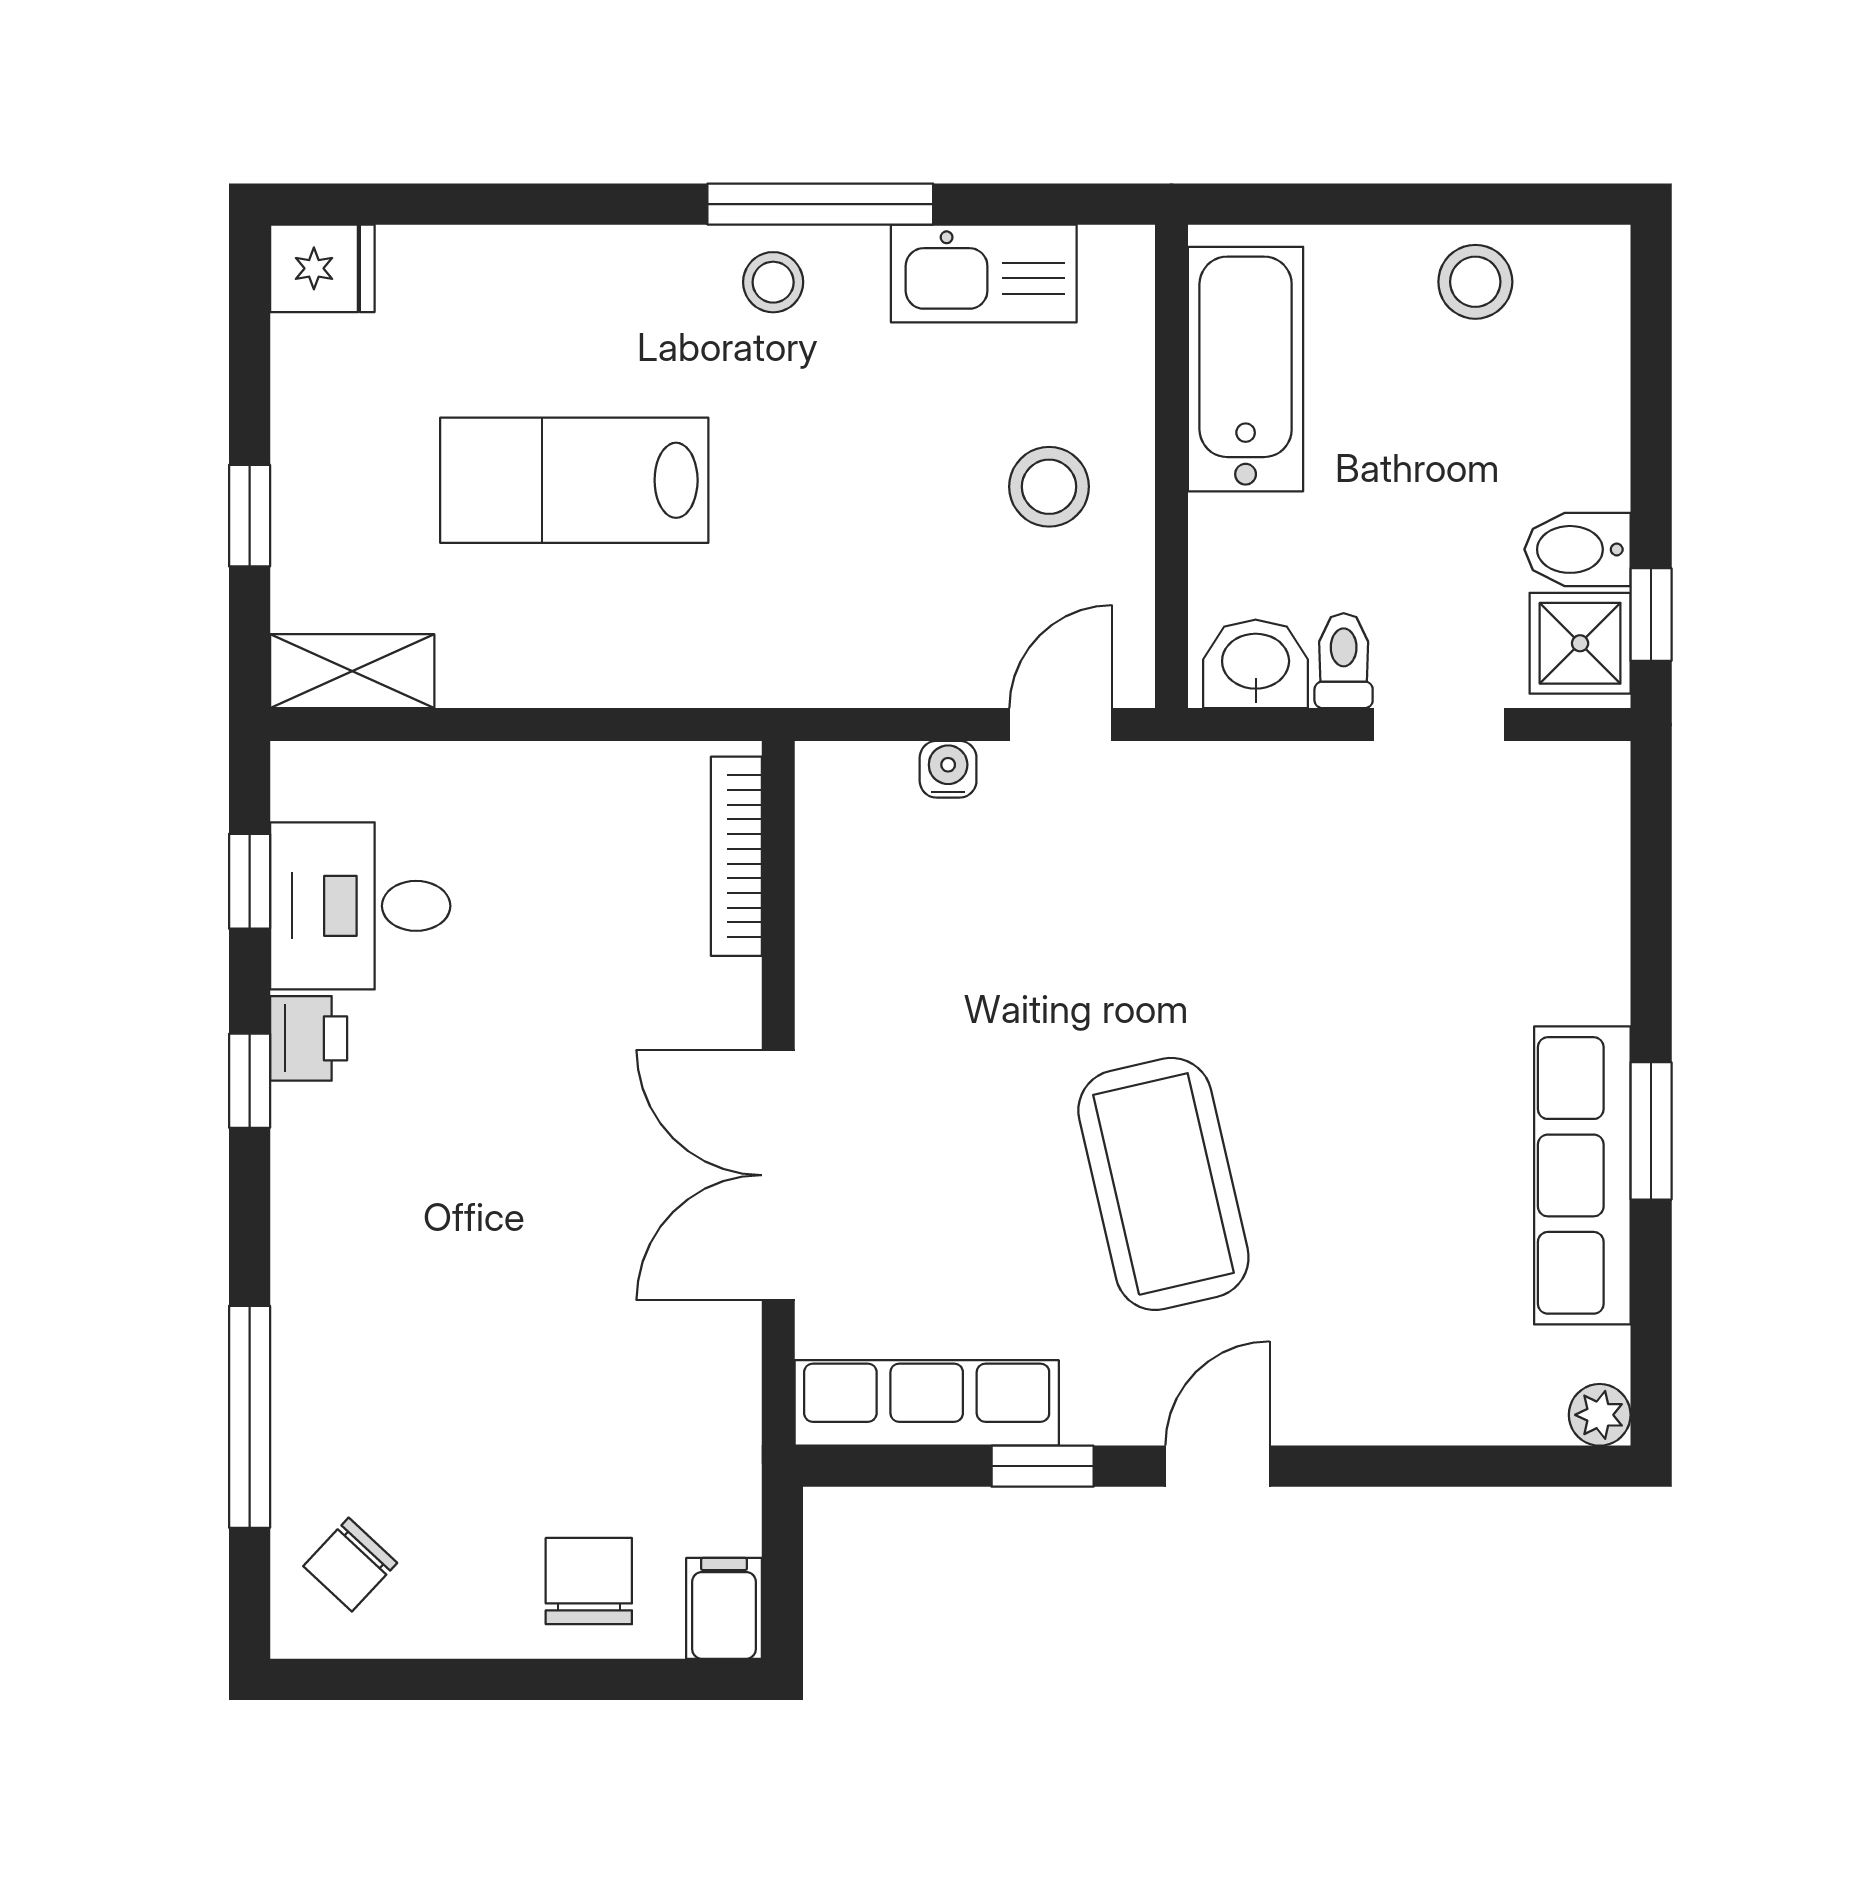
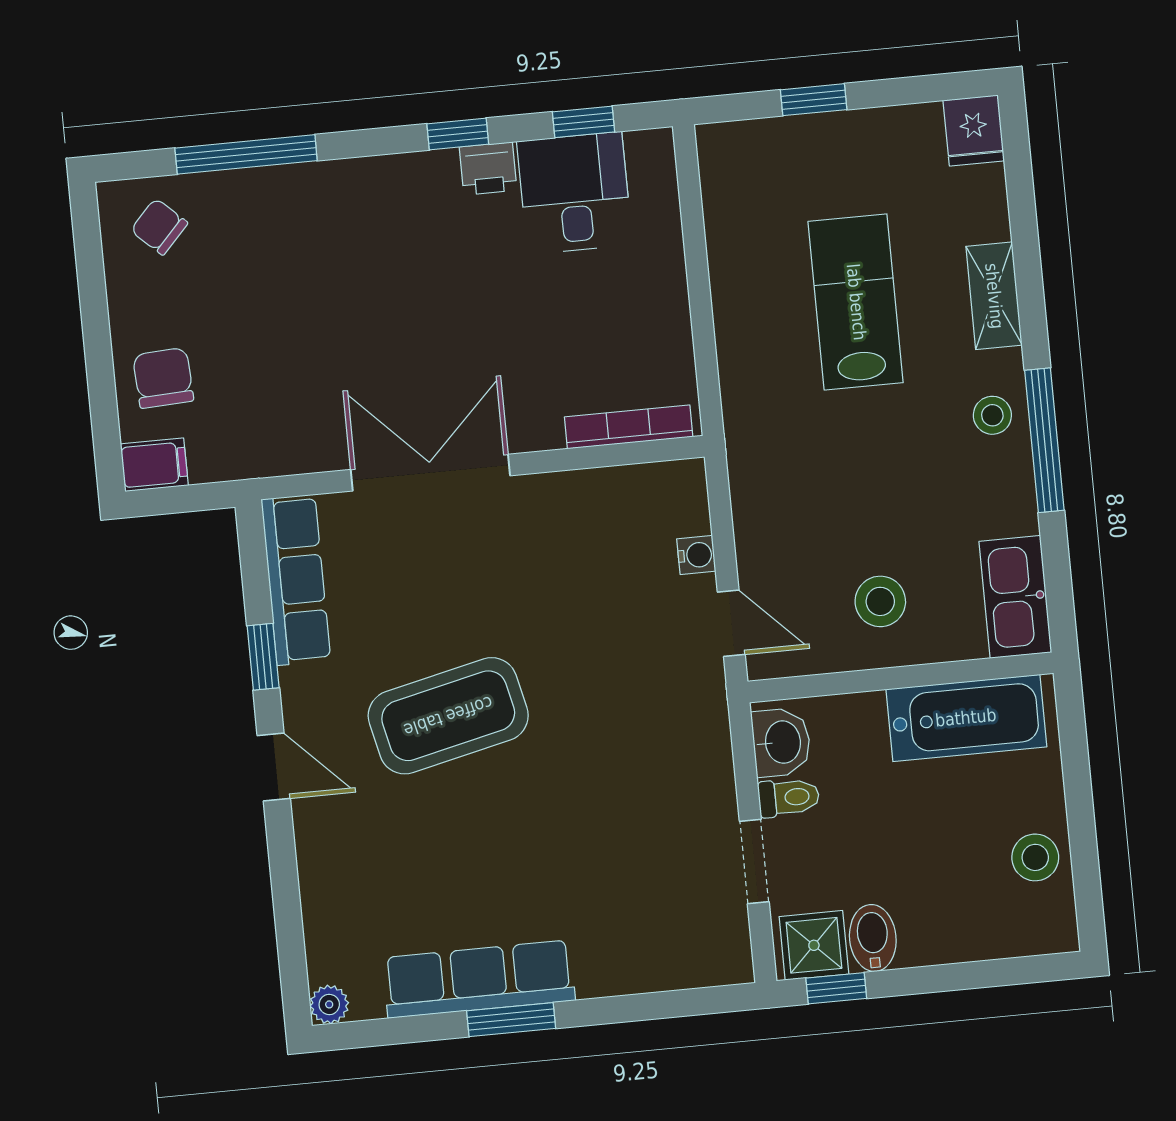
kitchen sink: (984, 274) -> (1015, 597), moved
shelving: (352, 671) -> (994, 296), moved
chair: (589, 1581) -> (163, 378), turned -93

